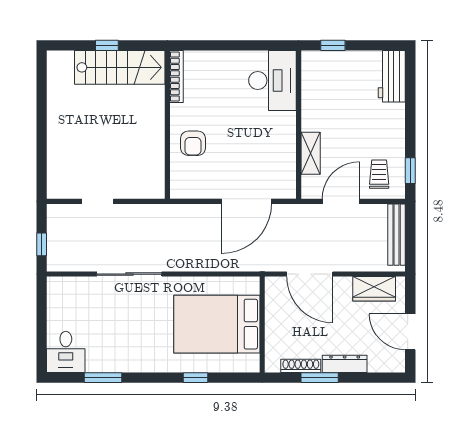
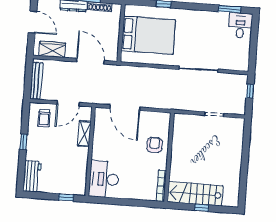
window: (410, 171) -> (24, 142), moved
door: (246, 201) -> (125, 108), swing flipped
window: (103, 378) -> (230, 9), moved

